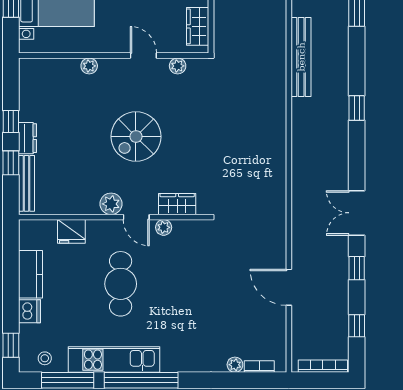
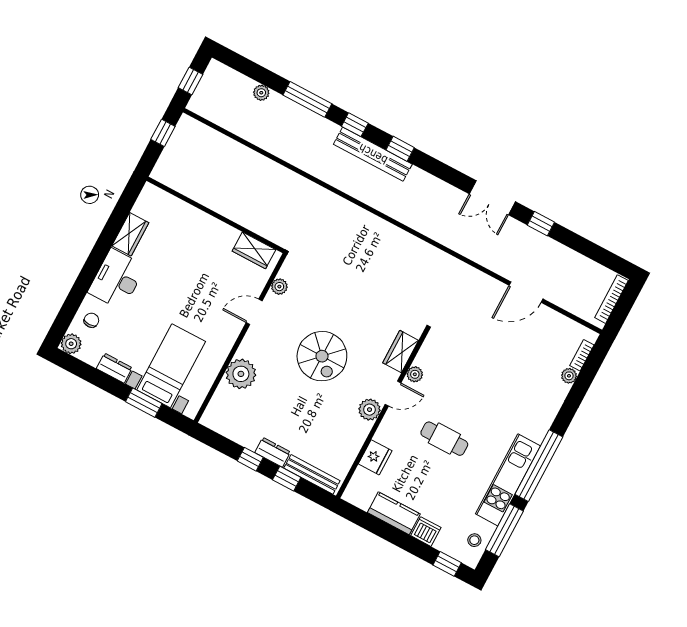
bench: (301, 57) -> (373, 154), moved
plant: (89, 66) -> (241, 374), width x1.87, depth x1.87
cafe table: (121, 284) -> (444, 439), width x0.73, depth x0.74
window: (357, 326) -> (355, 125), moved

